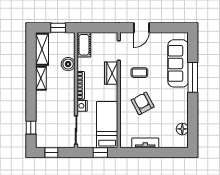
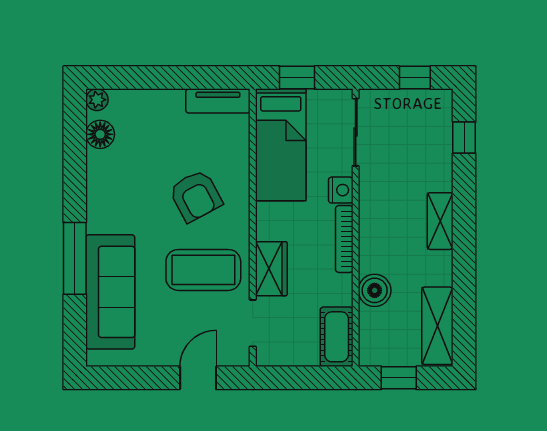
coffee table: (139, 73) -> (203, 270), width x1.86, depth x1.72
shelving: (41, 78) -> (440, 221), moved
tv unit: (145, 143) -> (218, 101), moved
plant: (184, 143) -> (97, 100), added

